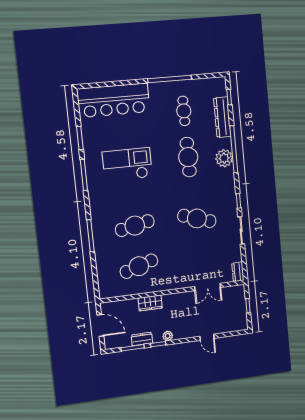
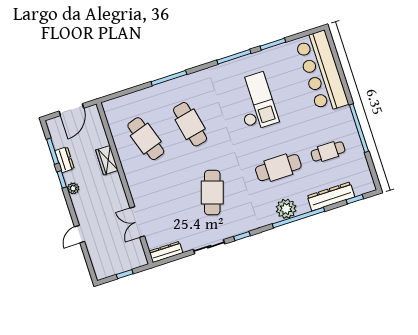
dresser: (238, 272) -> (166, 252), width x1.44

